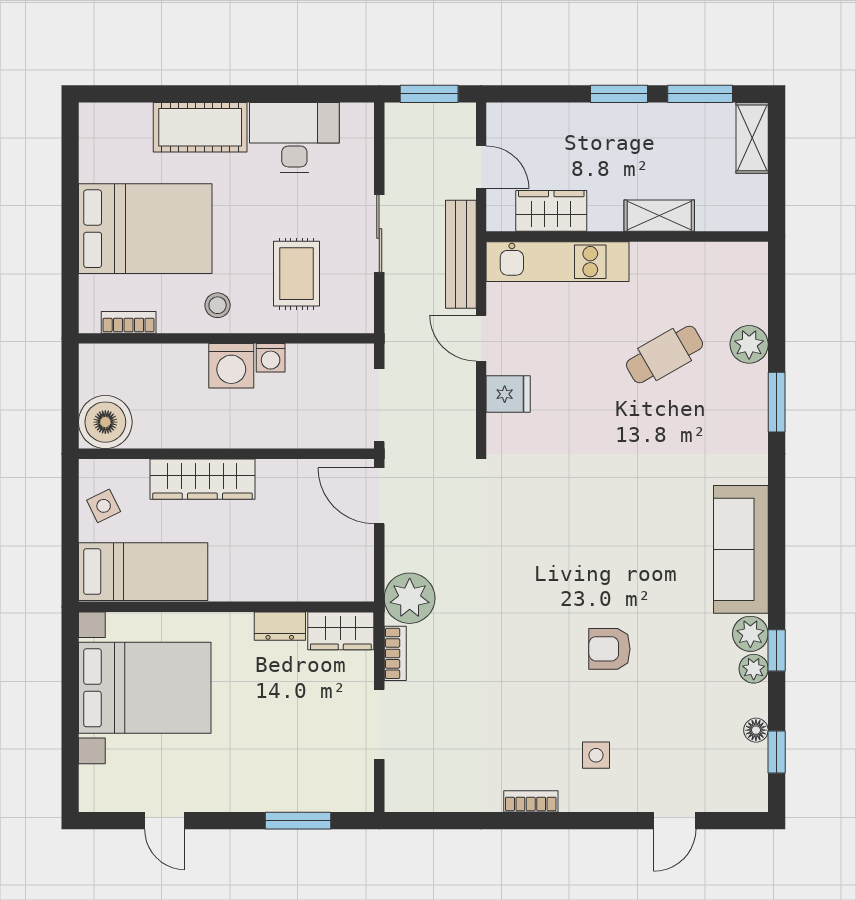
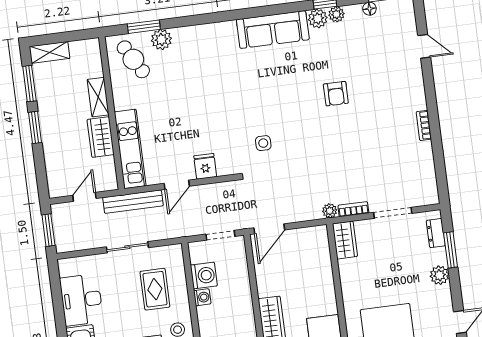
wardrobe: (551, 211) -> (101, 137), moved
rug: (297, 274) -> (155, 289), turned 90
cafe table: (665, 354) -> (133, 59), moved
washing machine: (231, 366) -> (204, 275), moved
window: (777, 402) -> (144, 27), moved
doorway: (379, 405) -> (220, 235), width x0.73
plant: (410, 598) -> (330, 211), width x0.53, depth x0.53
dresser: (280, 626) -> (436, 233), moved, turned 180
side table: (596, 755) -> (263, 143), moved
plant: (255, 795) -> (440, 275), added

